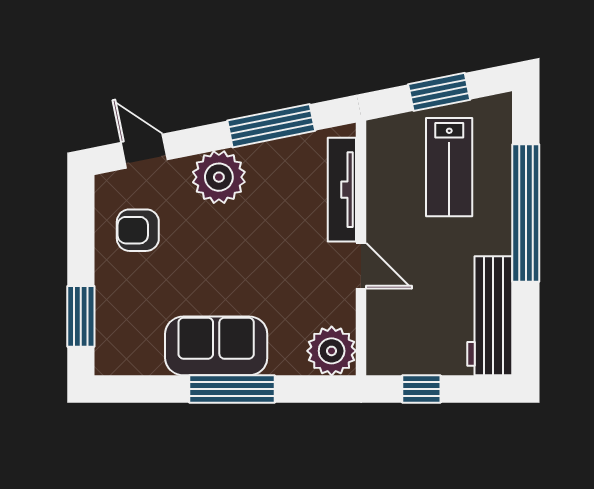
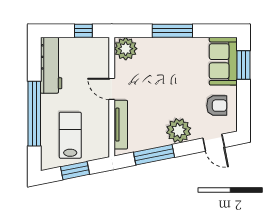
sofa: (216, 346) -> (223, 61), moved, turned 90

